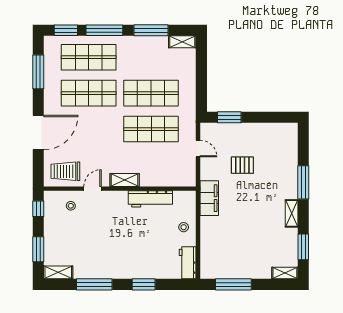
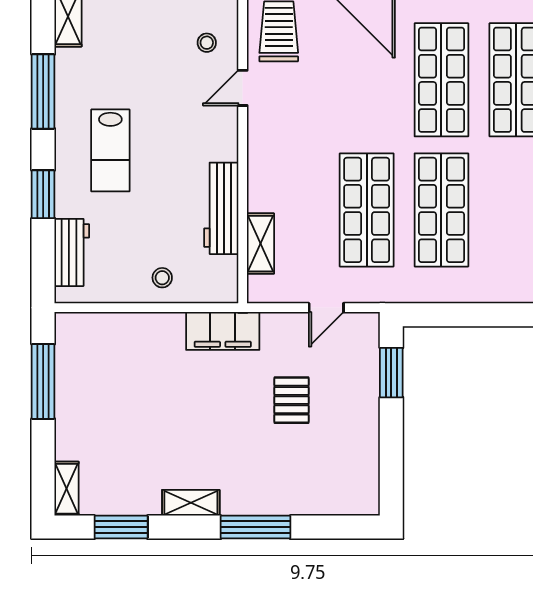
shelving: (125, 180) -> (260, 244), moved
door: (93, 189) -> (243, 88), swing flipped
lab bench: (123, 252) -> (110, 150), added
workbench: (188, 263) -> (72, 252), moved, turned 90

